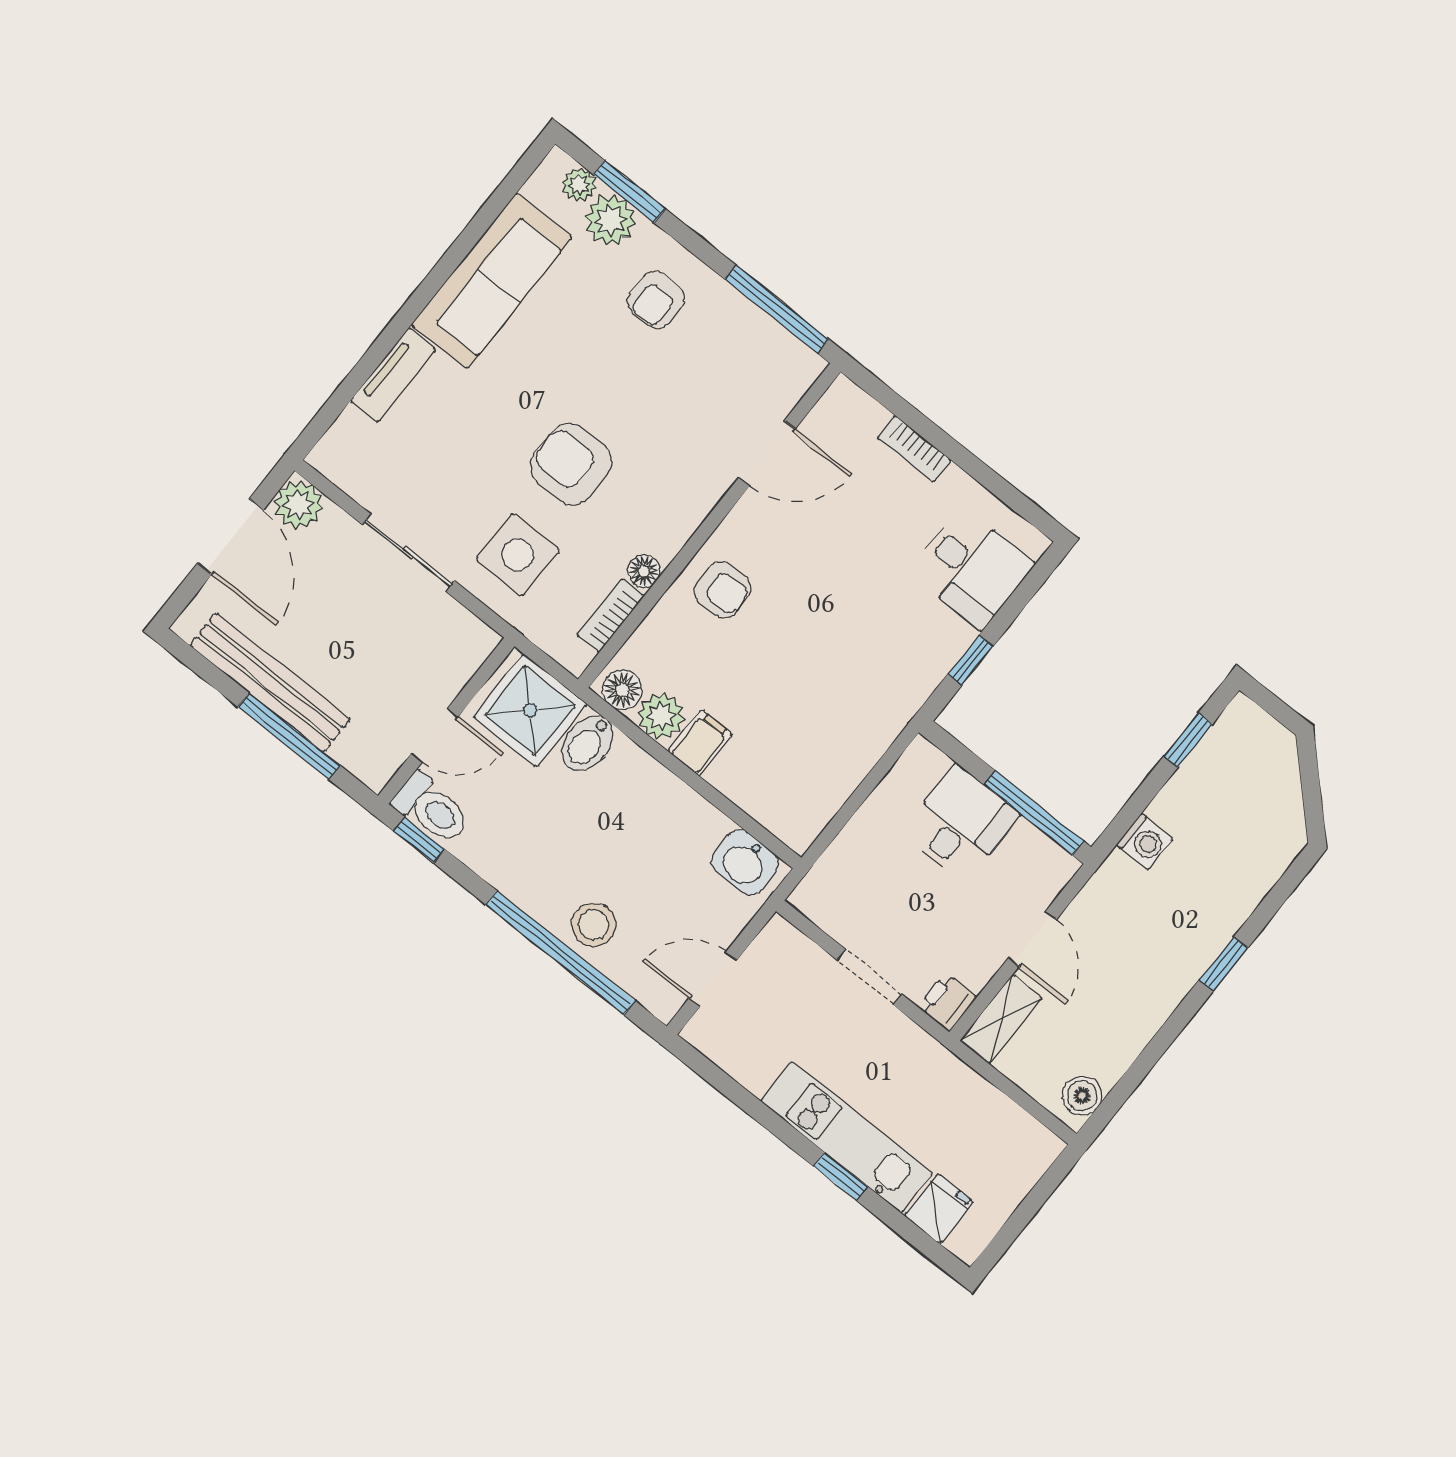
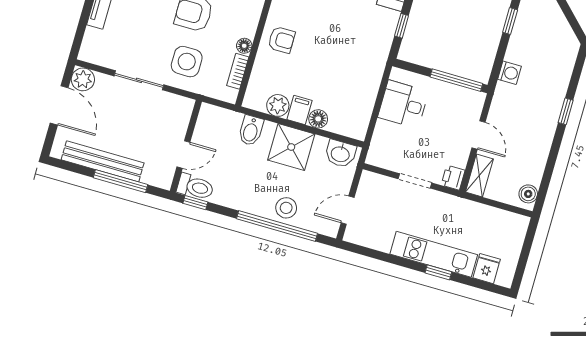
floor lamp: (622, 690) -> (318, 119), moved
shower: (530, 710) -> (291, 147), moved
desk: (961, 824) -> (403, 104), moved, turned -90

